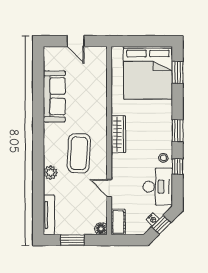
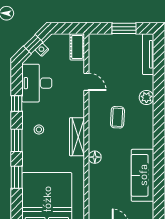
window: (178, 72) -> (17, 177), moved
coffee table: (79, 153) -> (117, 117), width x0.54, depth x0.58
stool: (163, 158) -> (39, 130), moved
floor lamp: (101, 229) -> (95, 157), moved

